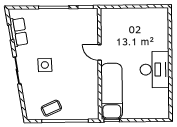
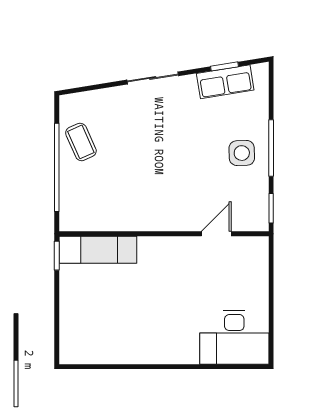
door: (100, 52) -> (216, 234), moved
side table: (45, 65) -> (242, 153), moved
desk: (155, 70) -> (234, 337), moved
exam couch: (112, 91) -> (98, 250), width x0.73, depth x0.69

